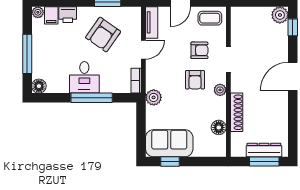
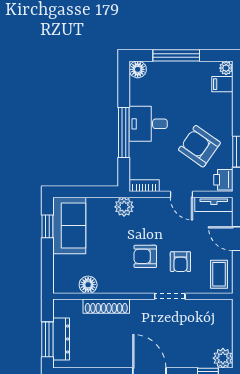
printer: (68, 15) -> (223, 180), moved
plant: (220, 90) -> (133, 286), removed

